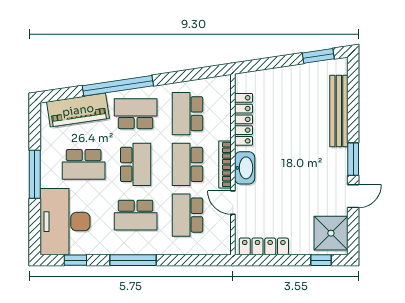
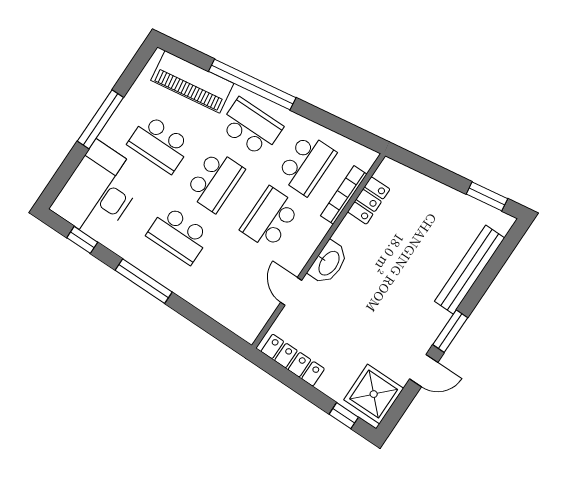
school desk: (187, 114) -> (306, 164), turned 180
locker: (244, 119) -> (369, 200), width x0.66
bookcase: (225, 164) -> (344, 195), moved
school desk: (187, 215) -> (234, 272), removed

